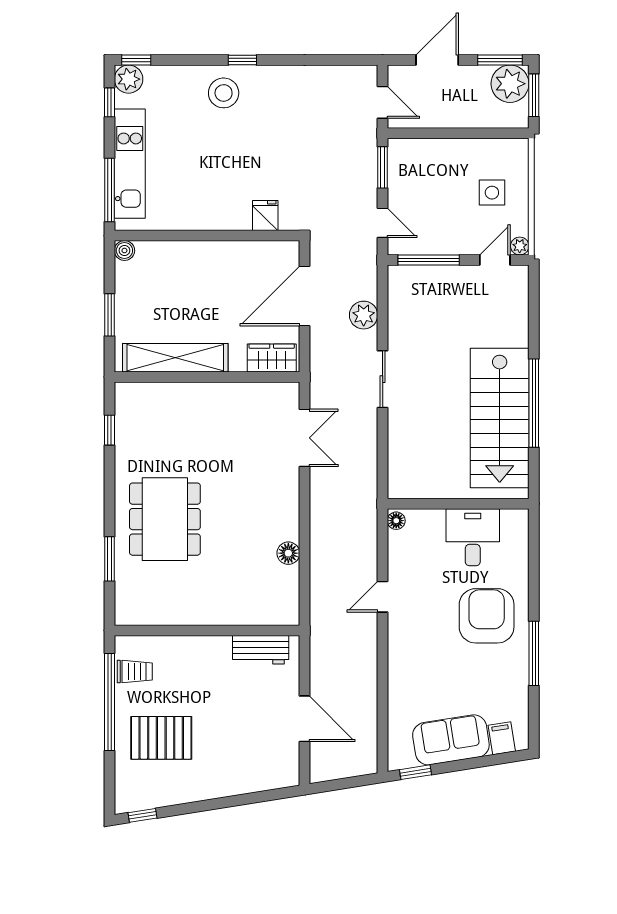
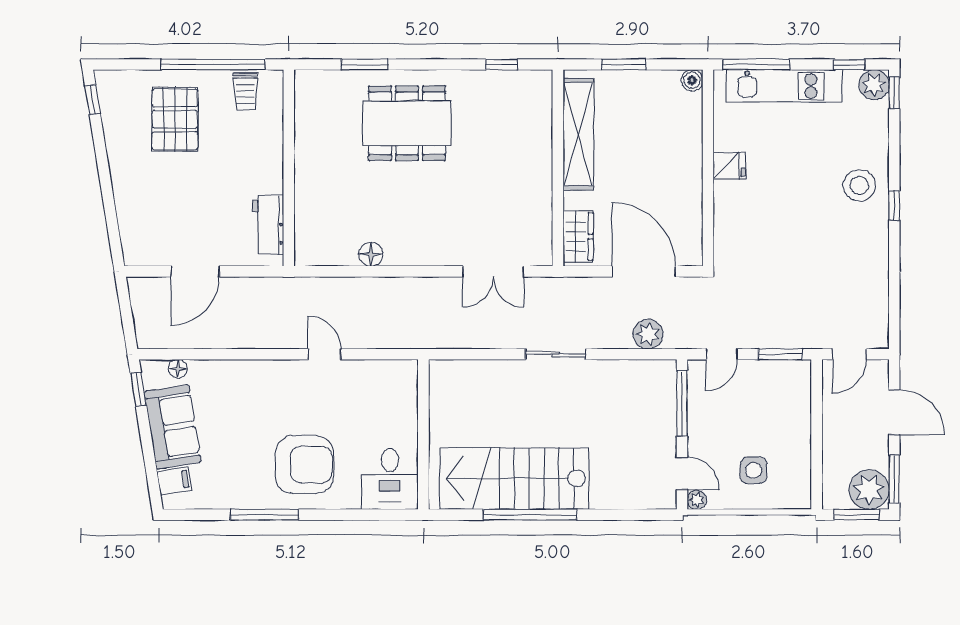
fridge: (265, 216) -> (729, 166), moved
plant: (364, 315) -> (648, 334), moved
floor lamp: (396, 521) -> (178, 369), moved
desk: (473, 537) -> (390, 479), moved, turned 90

